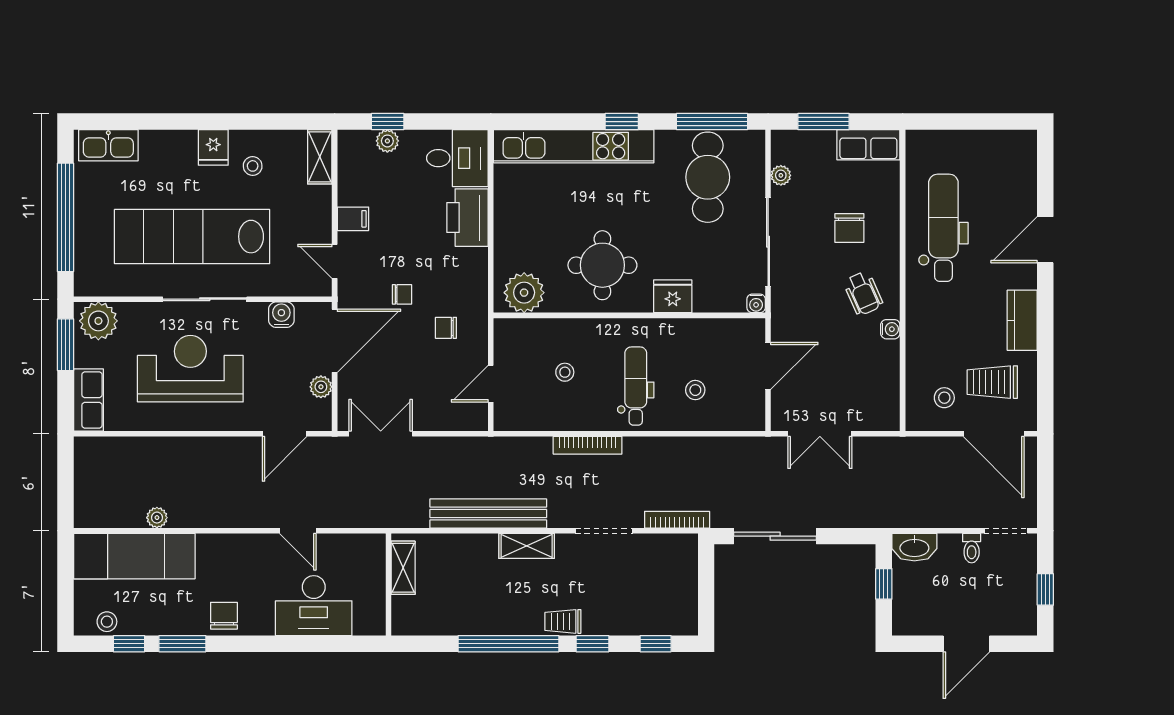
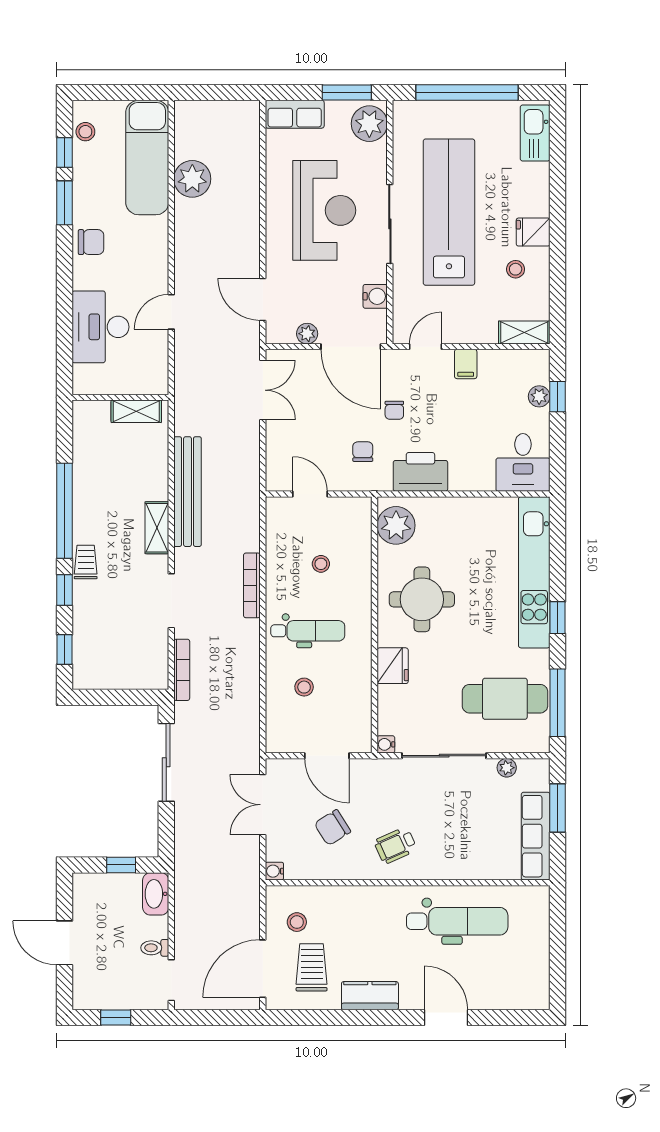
row of seats: (868, 145) -> (536, 836), width x1.48
printer: (467, 218) -> (420, 472), moved
chair: (849, 228) -> (332, 828), moved, turned -32
water cooler: (890, 329) -> (274, 871), moved, turned 90
plant: (157, 518) -> (192, 179), width x1.88, depth x1.88

